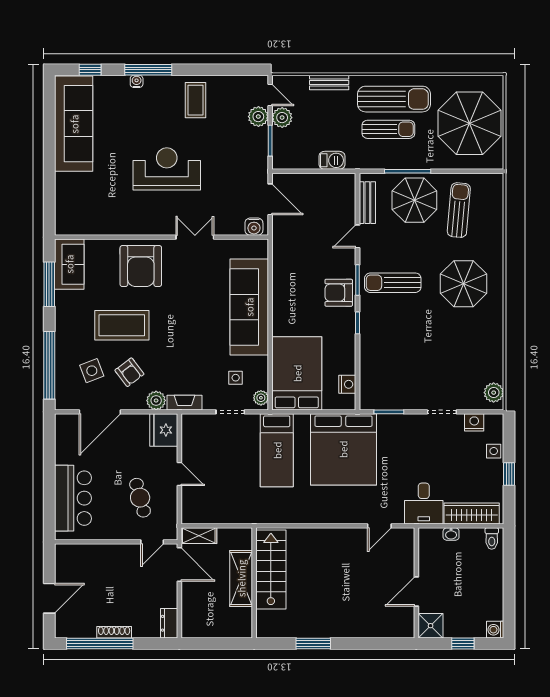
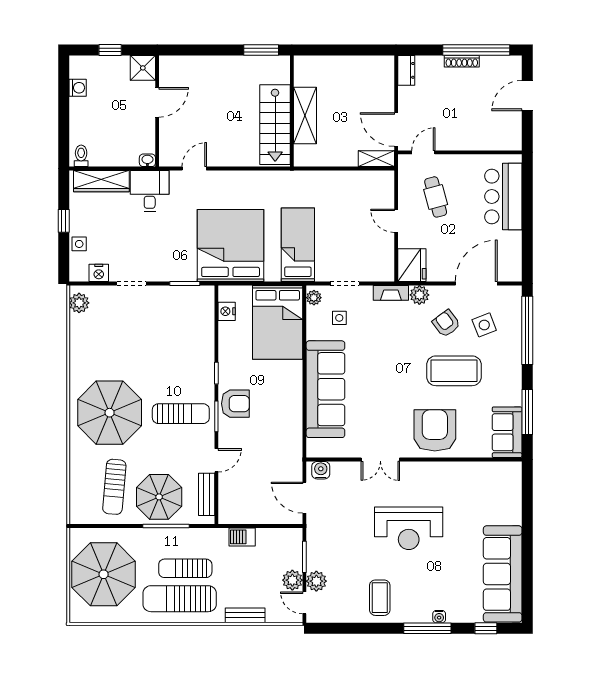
parasol: (464, 284) -> (110, 413), width x1.36, depth x1.36
washbasin: (451, 534) -> (147, 160), moved
stairs: (271, 569) -> (275, 125), moved
shelving: (241, 578) -> (305, 115), moved
wall: (254, 583) -> (292, 111), moved
washing machine: (495, 630) -> (78, 88), moved

